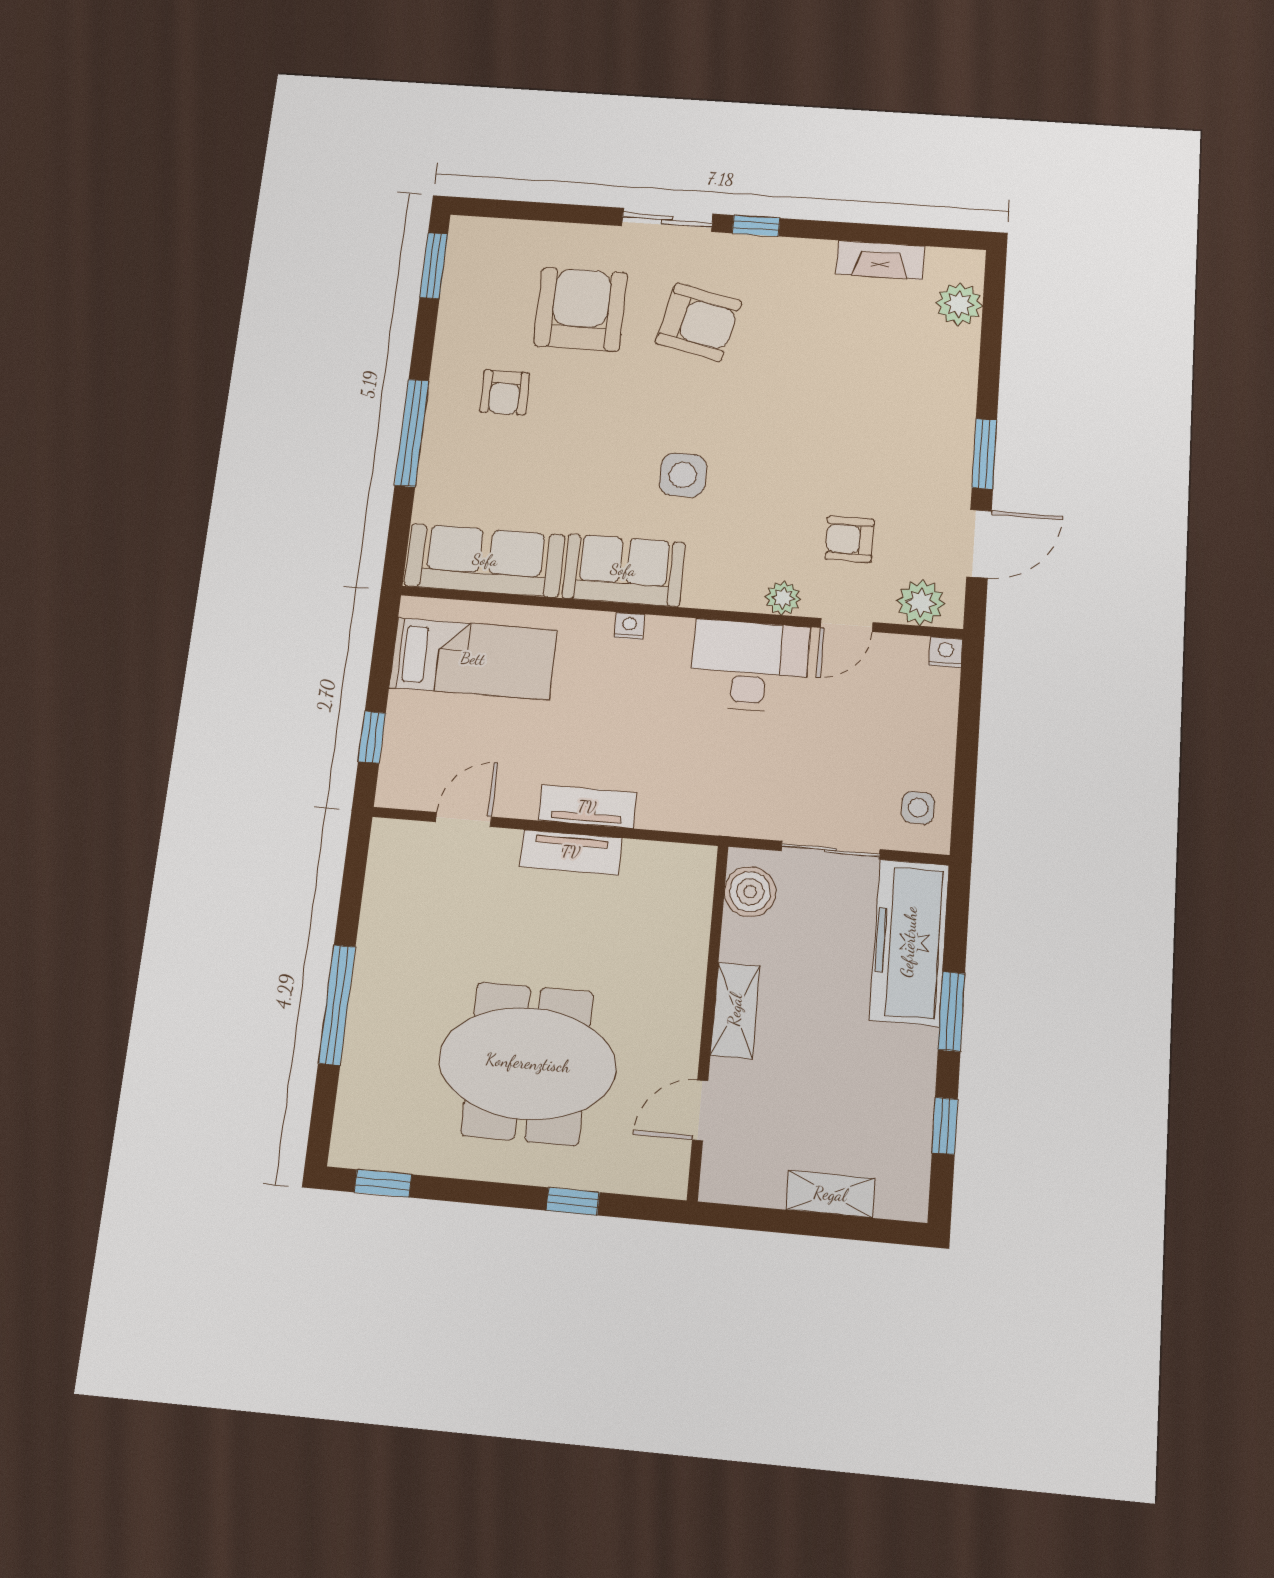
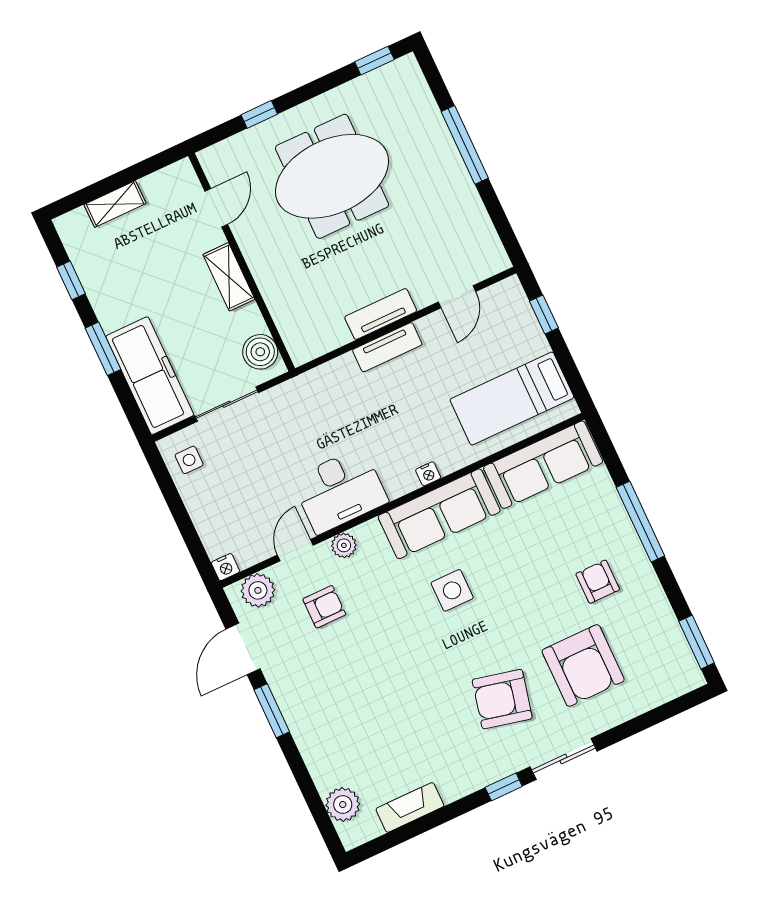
sofa: (623, 570) -> (439, 514), width x1.36

